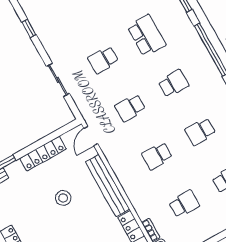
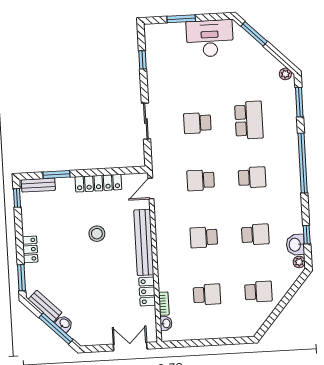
school desk: (200, 132) -> (255, 234), turned 180

